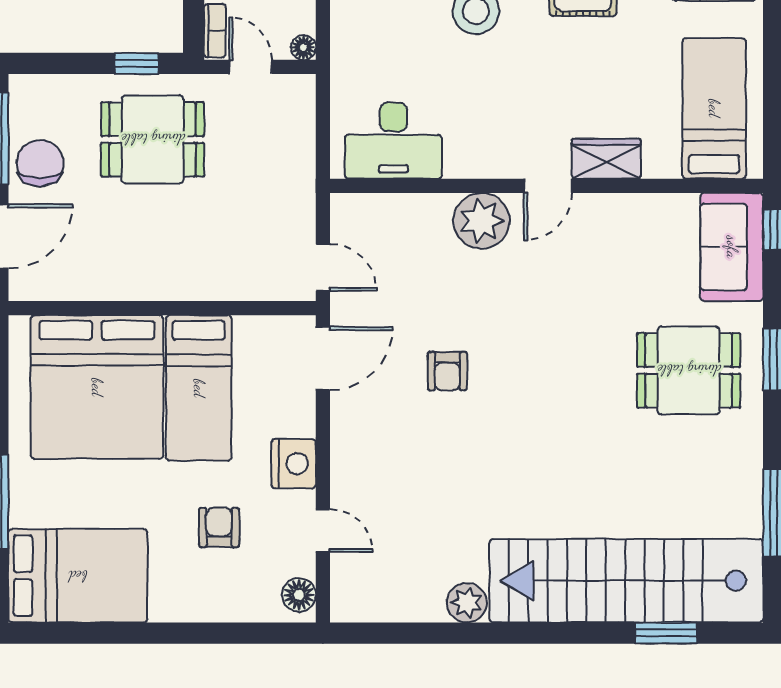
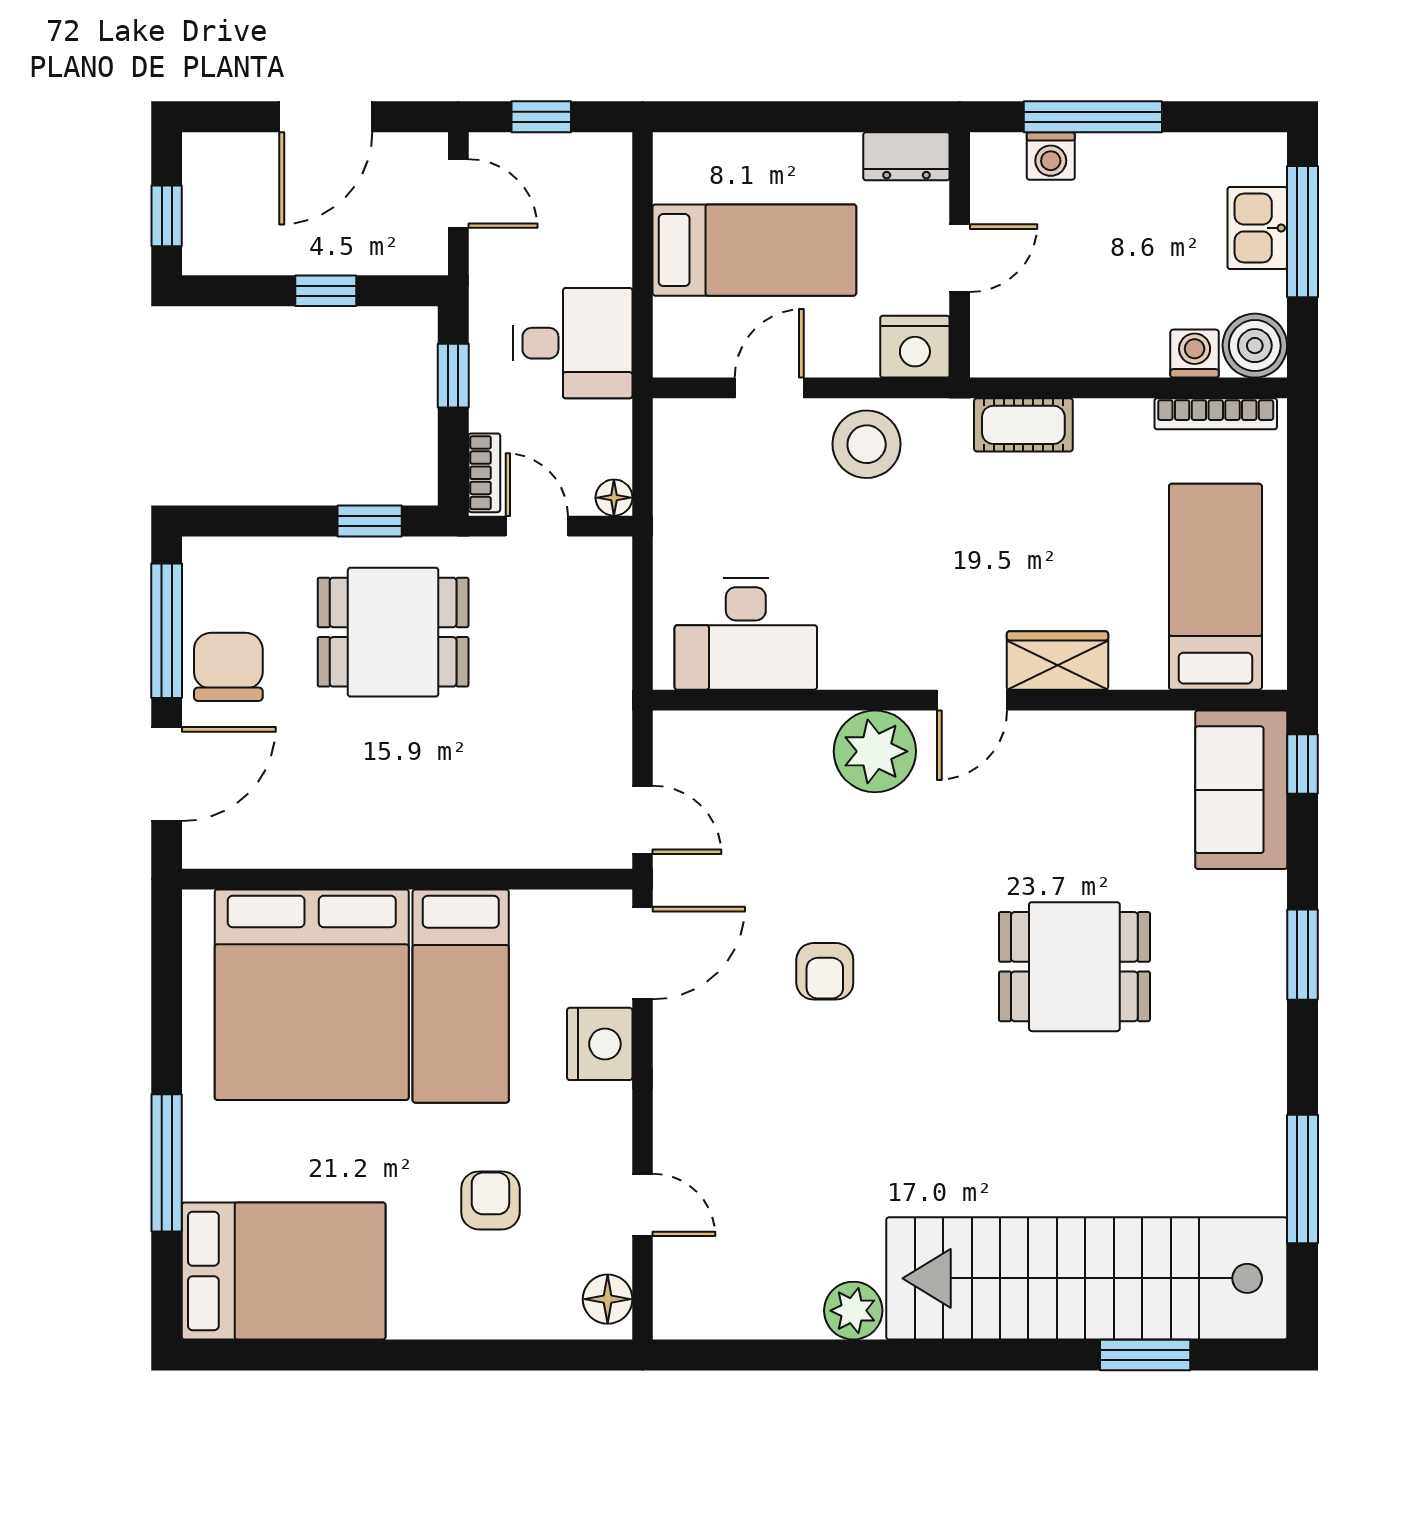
dining table: (689, 370) -> (1074, 967), moved
nightstand: (294, 464) -> (600, 1044), moved

